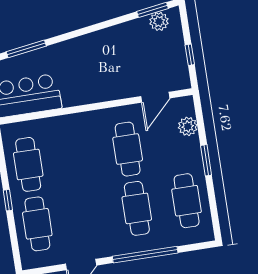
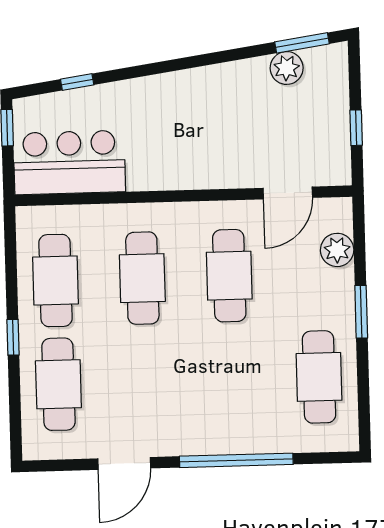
plant: (159, 21) -> (287, 68), moved
window: (26, 49) -> (77, 82), width x0.46
cafe table: (137, 208) -> (142, 278), moved

